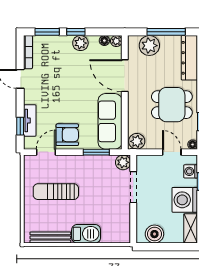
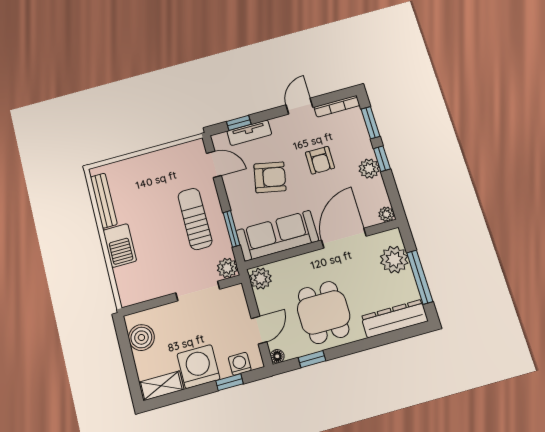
floor lamp: (104, 41) -> (382, 199), removed
armchair: (64, 76) -> (320, 160), added
armchair: (67, 135) -> (270, 177), moved, turned -79
sun lounger: (56, 192) -> (195, 219), moved

